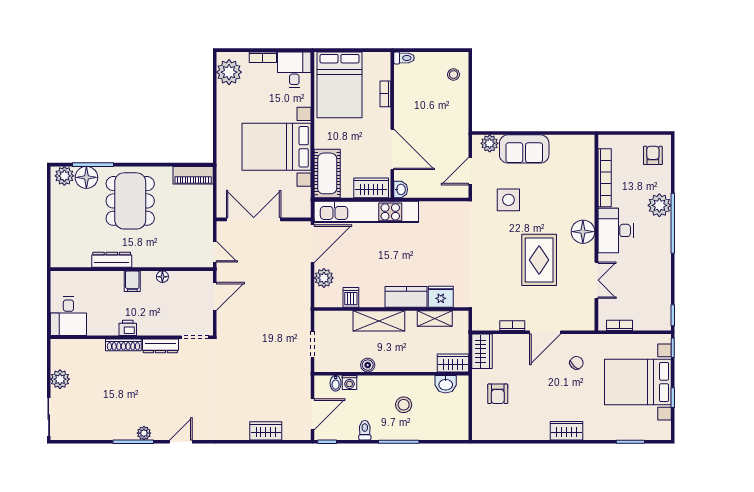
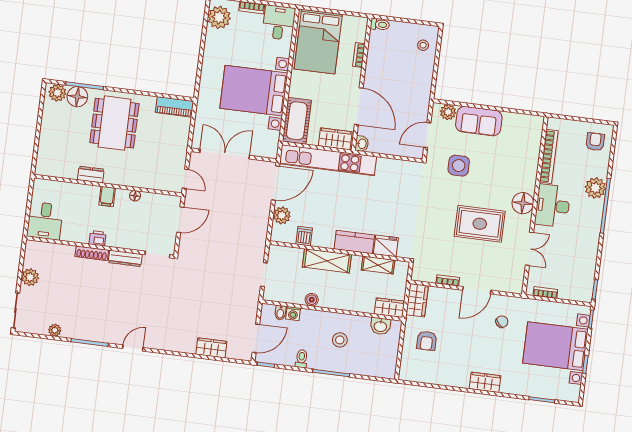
dresser: (112, 260) -> (91, 174), width x0.70
rug: (539, 260) -> (480, 224), turned 90
plant: (144, 433) -> (55, 330), moved

